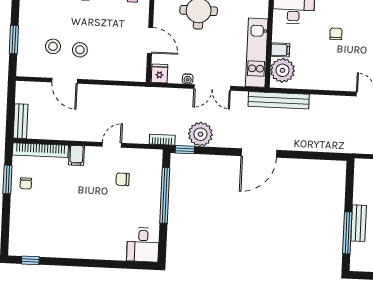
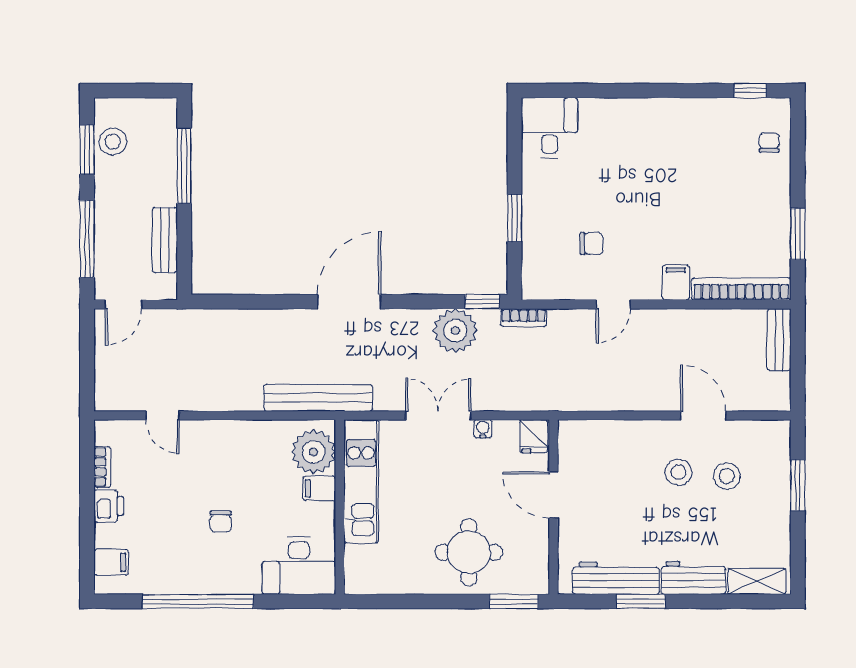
chair: (26, 183) -> (769, 143), moved
window: (165, 195) -> (515, 218), width x0.47
bench: (359, 223) -> (165, 240), moved

